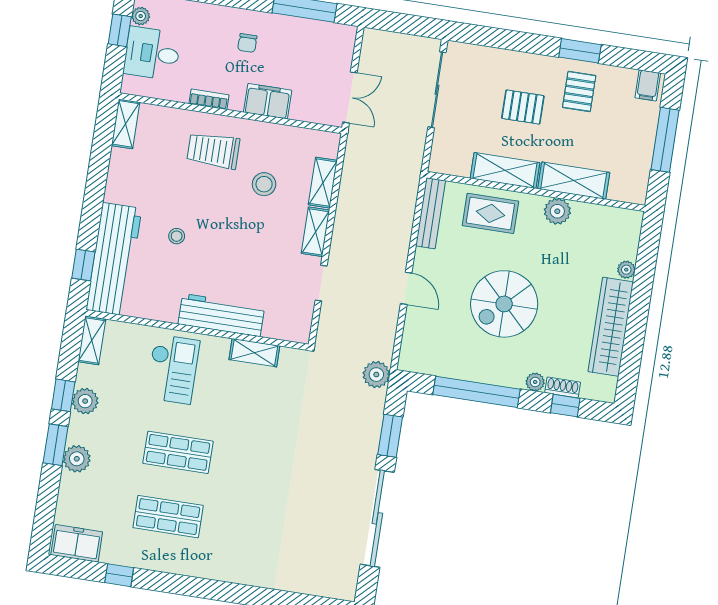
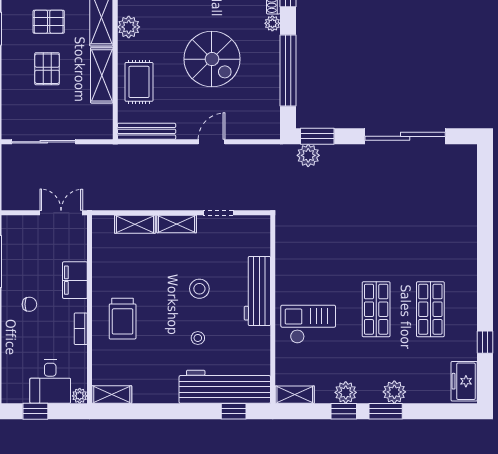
plant: (141, 16) -> (80, 396), moved
pallet: (579, 91) -> (49, 22), moved
stool: (264, 184) -> (199, 289), moved
shelving: (254, 353) -> (284, 259), removed
plant: (376, 375) -> (308, 155), moved
window: (390, 436) -> (317, 136), moved

